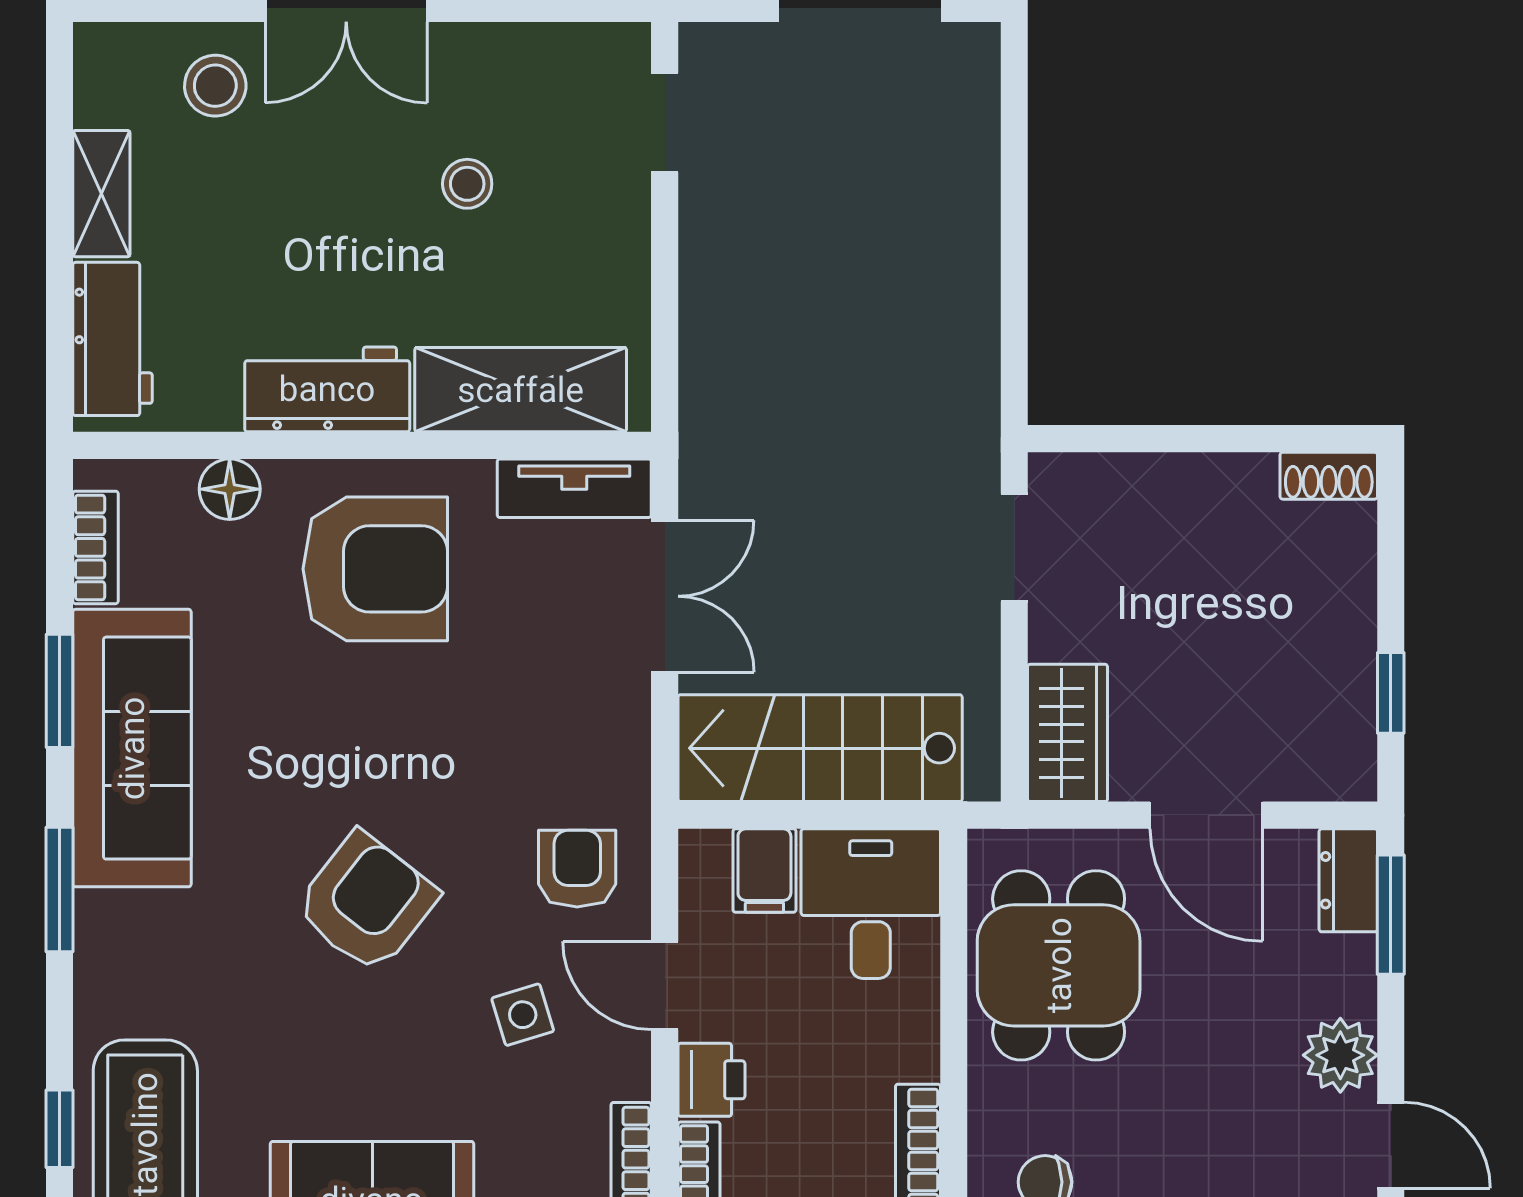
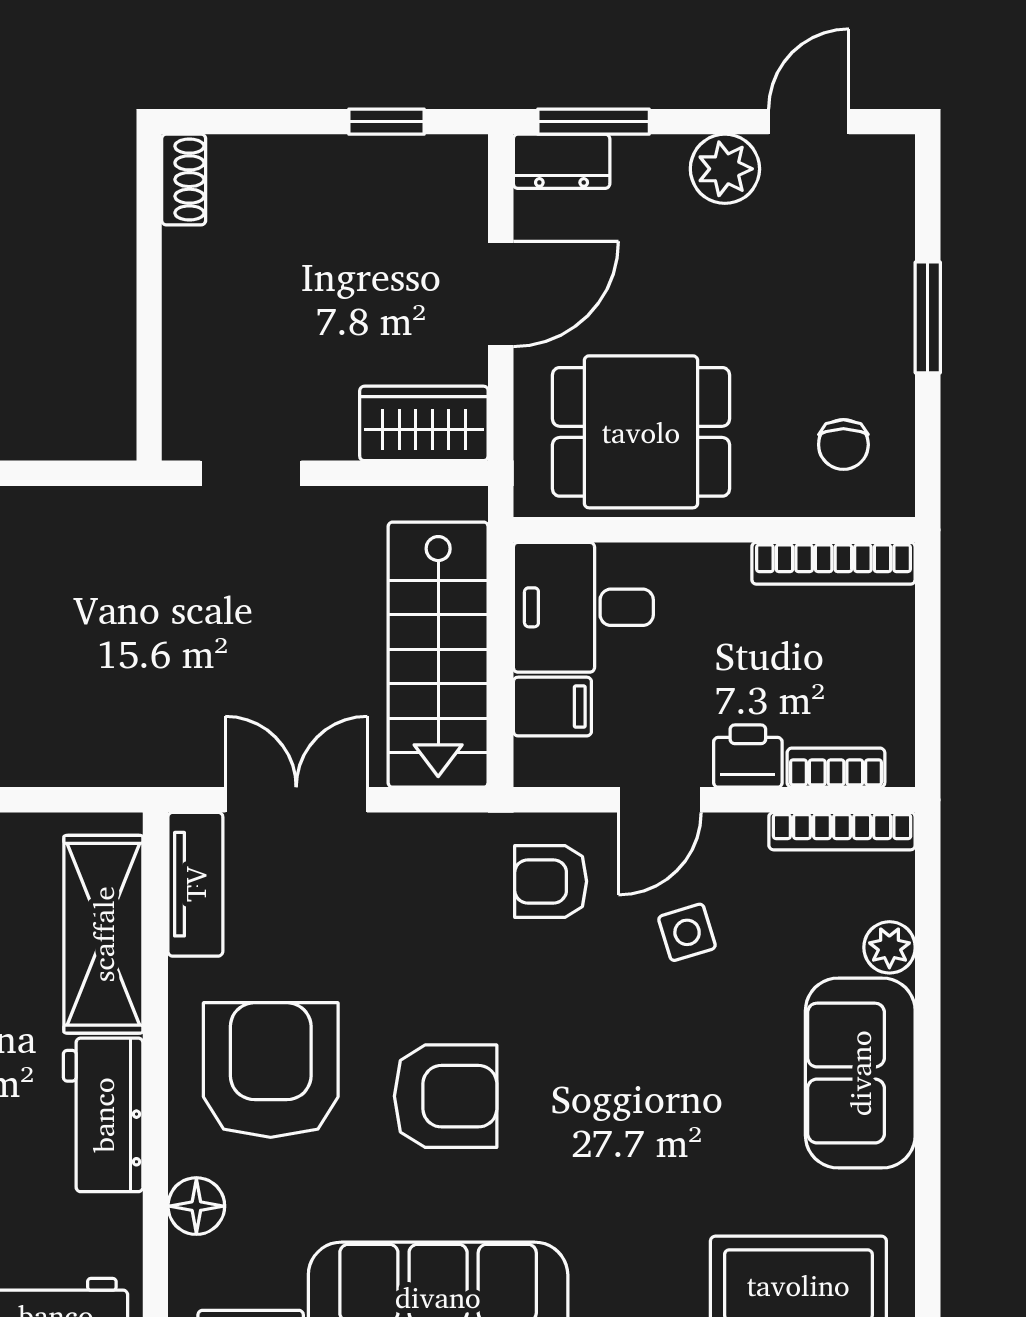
armchair: (366, 902) -> (446, 1096), moved, turned 142

